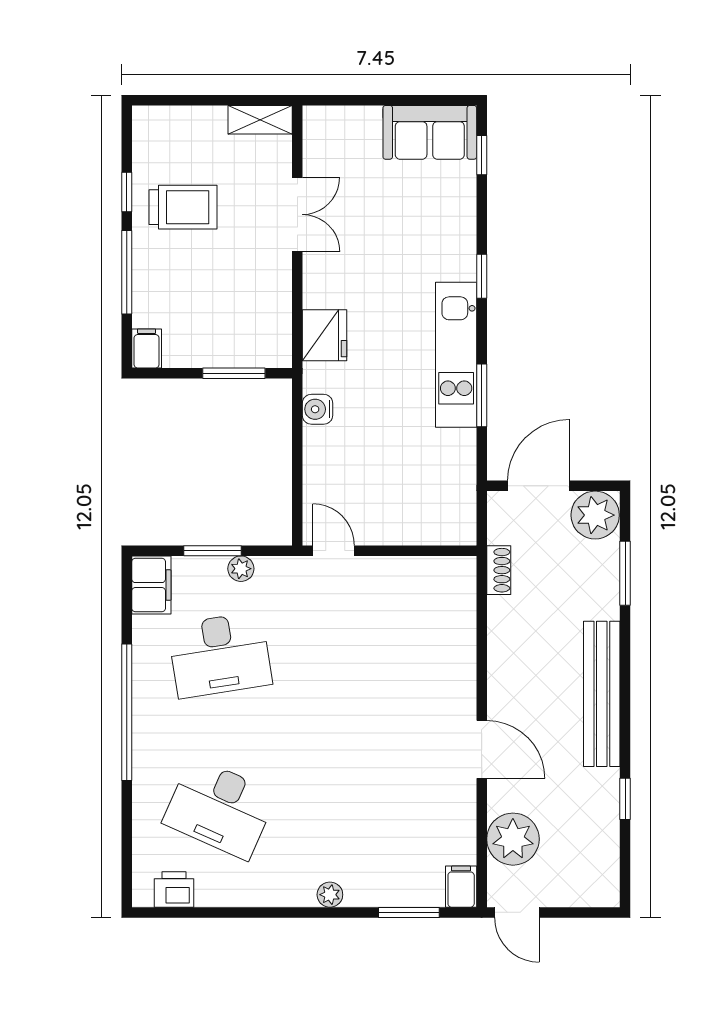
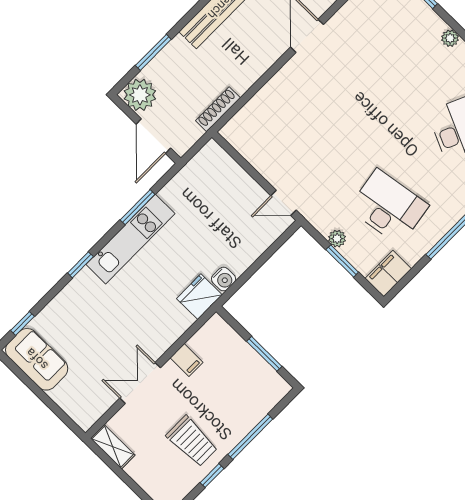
trolley: (183, 207) -> (192, 441), turned 180
fridge: (325, 335) -> (199, 297), moved
filing cabinet: (147, 348) -> (186, 360), moved, turned -90
window: (234, 373) -> (264, 354), moved
door: (538, 486) -> (153, 136), hinge flipped
door: (334, 551) -> (284, 203), hinge flipped
shoe rack: (499, 570) -> (218, 109), width x1.43

